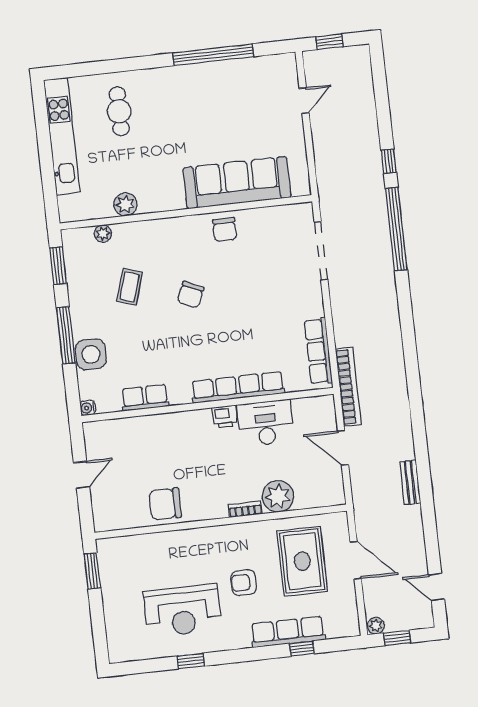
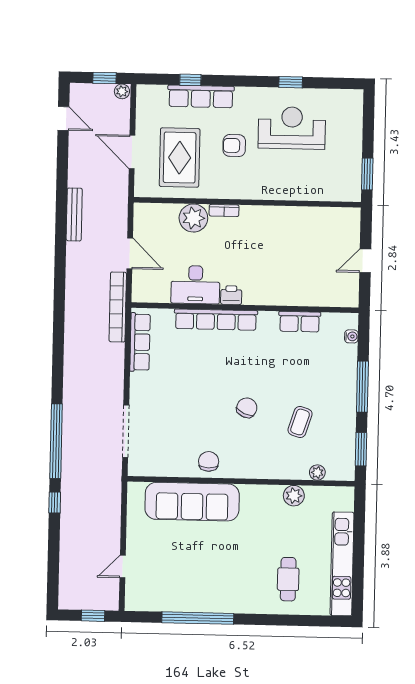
side table: (91, 354) -> (342, 367), removed
water cooler: (88, 408) -> (351, 336), moved
bench: (410, 482) -> (74, 214), width x1.36
chair: (165, 504) -> (294, 225), removed
armchair: (244, 583) -> (234, 146), turned 180

